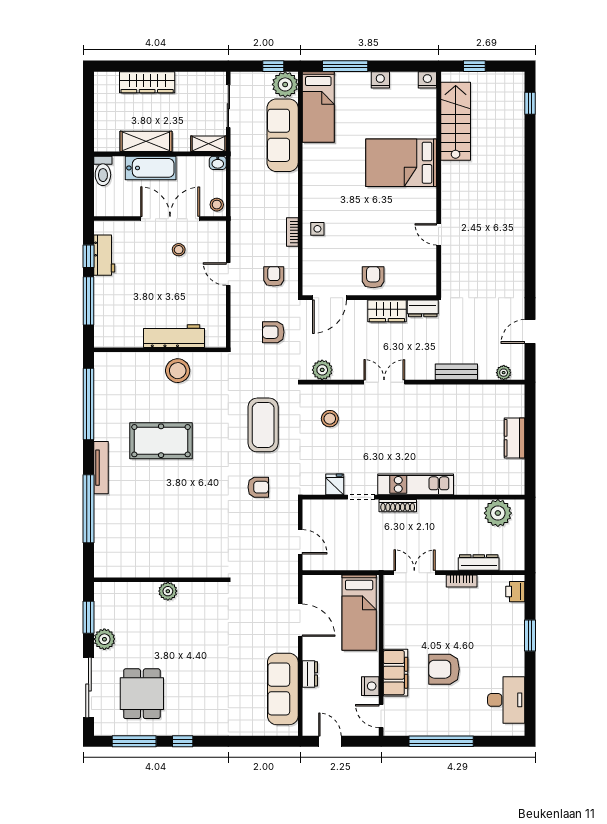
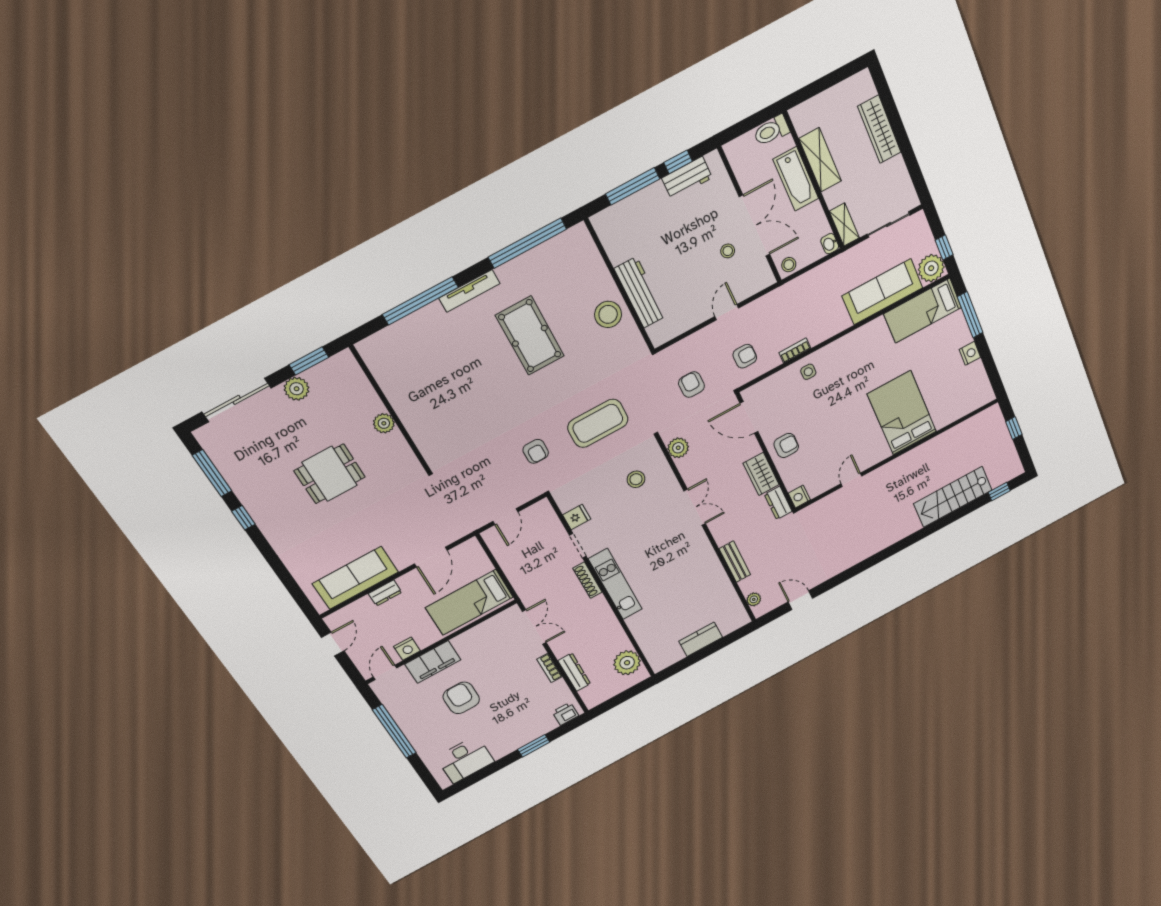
nightstand: (427, 80) -> (799, 496), moved, turned 180
stairs: (456, 121) -> (953, 497), moved, turned 180
dining table: (142, 694) -> (330, 474), moved

